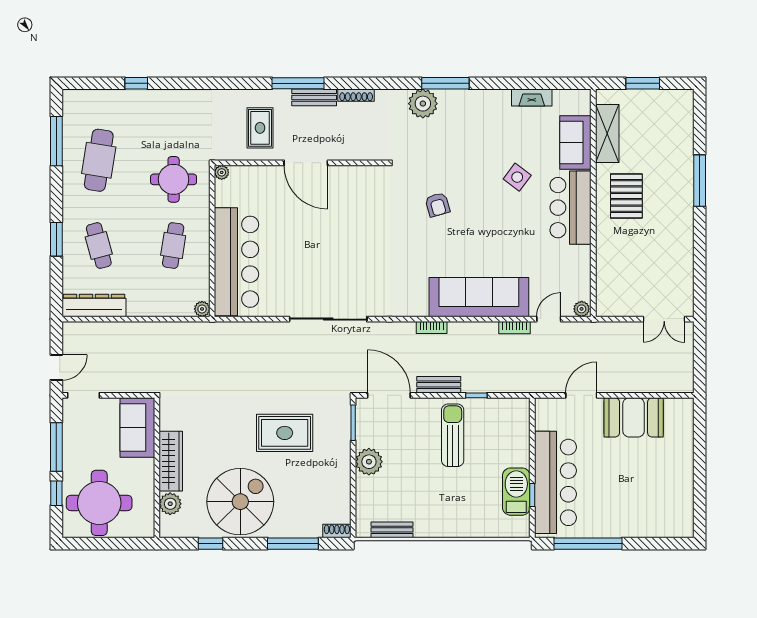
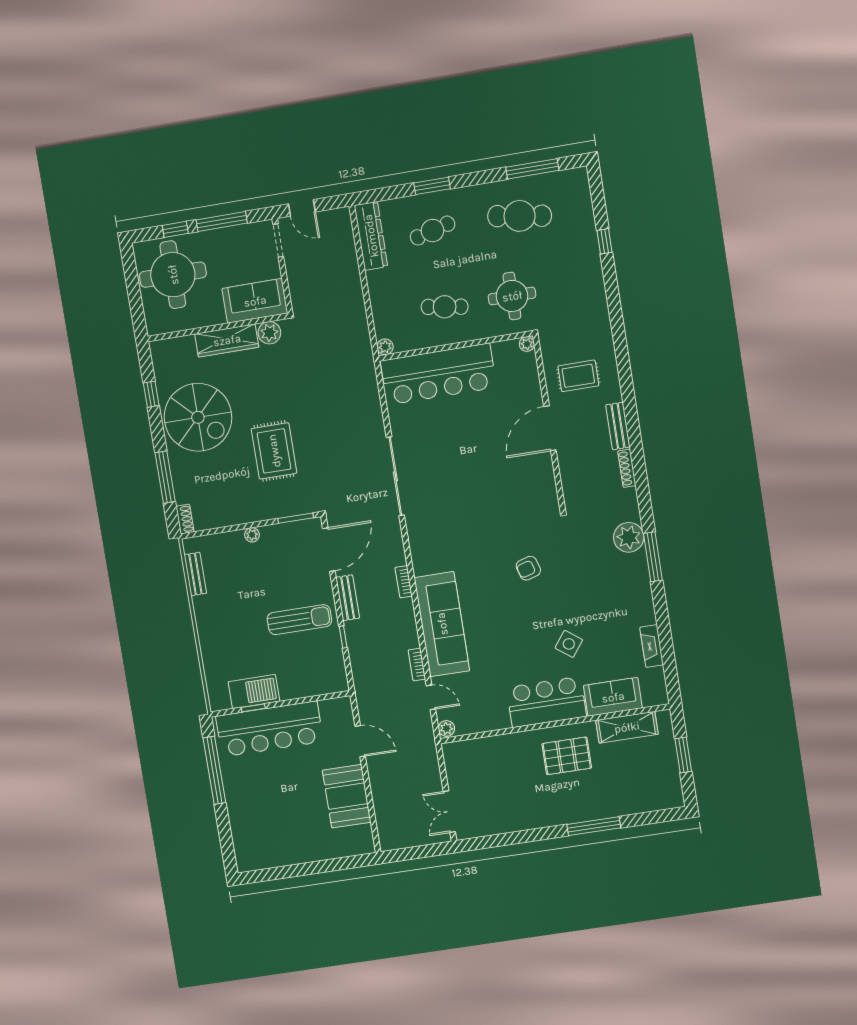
window: (298, 83) -> (630, 407), removed
plant: (369, 462) -> (252, 535), width x0.53, depth x0.53
plant: (170, 504) -> (269, 333), moved

